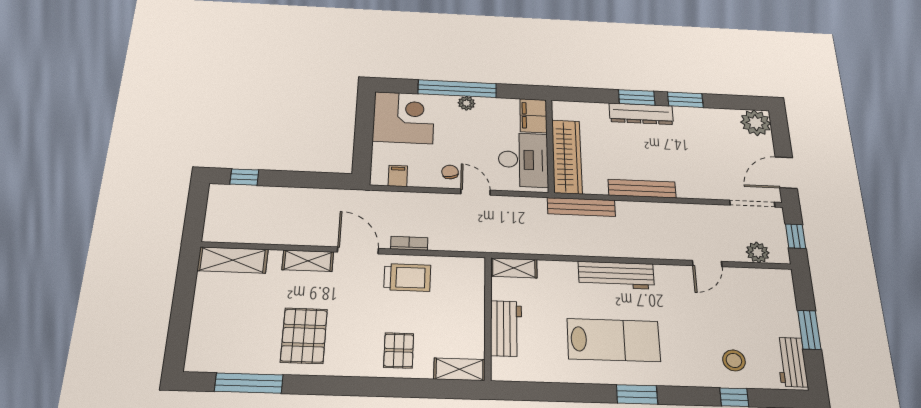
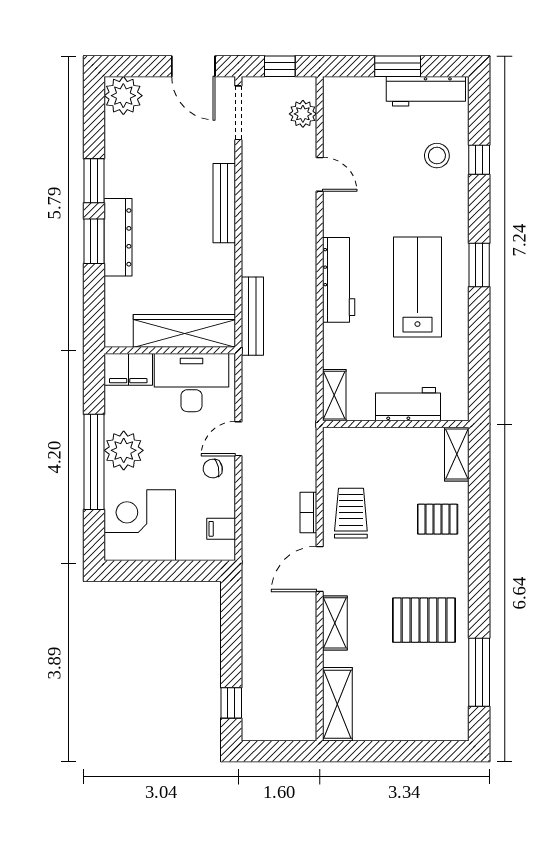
plant: (466, 103) -> (124, 450), width x1.87, depth x1.87
bench: (642, 189) -> (224, 203), moved
workbench: (792, 362) -> (426, 91), width x1.38

